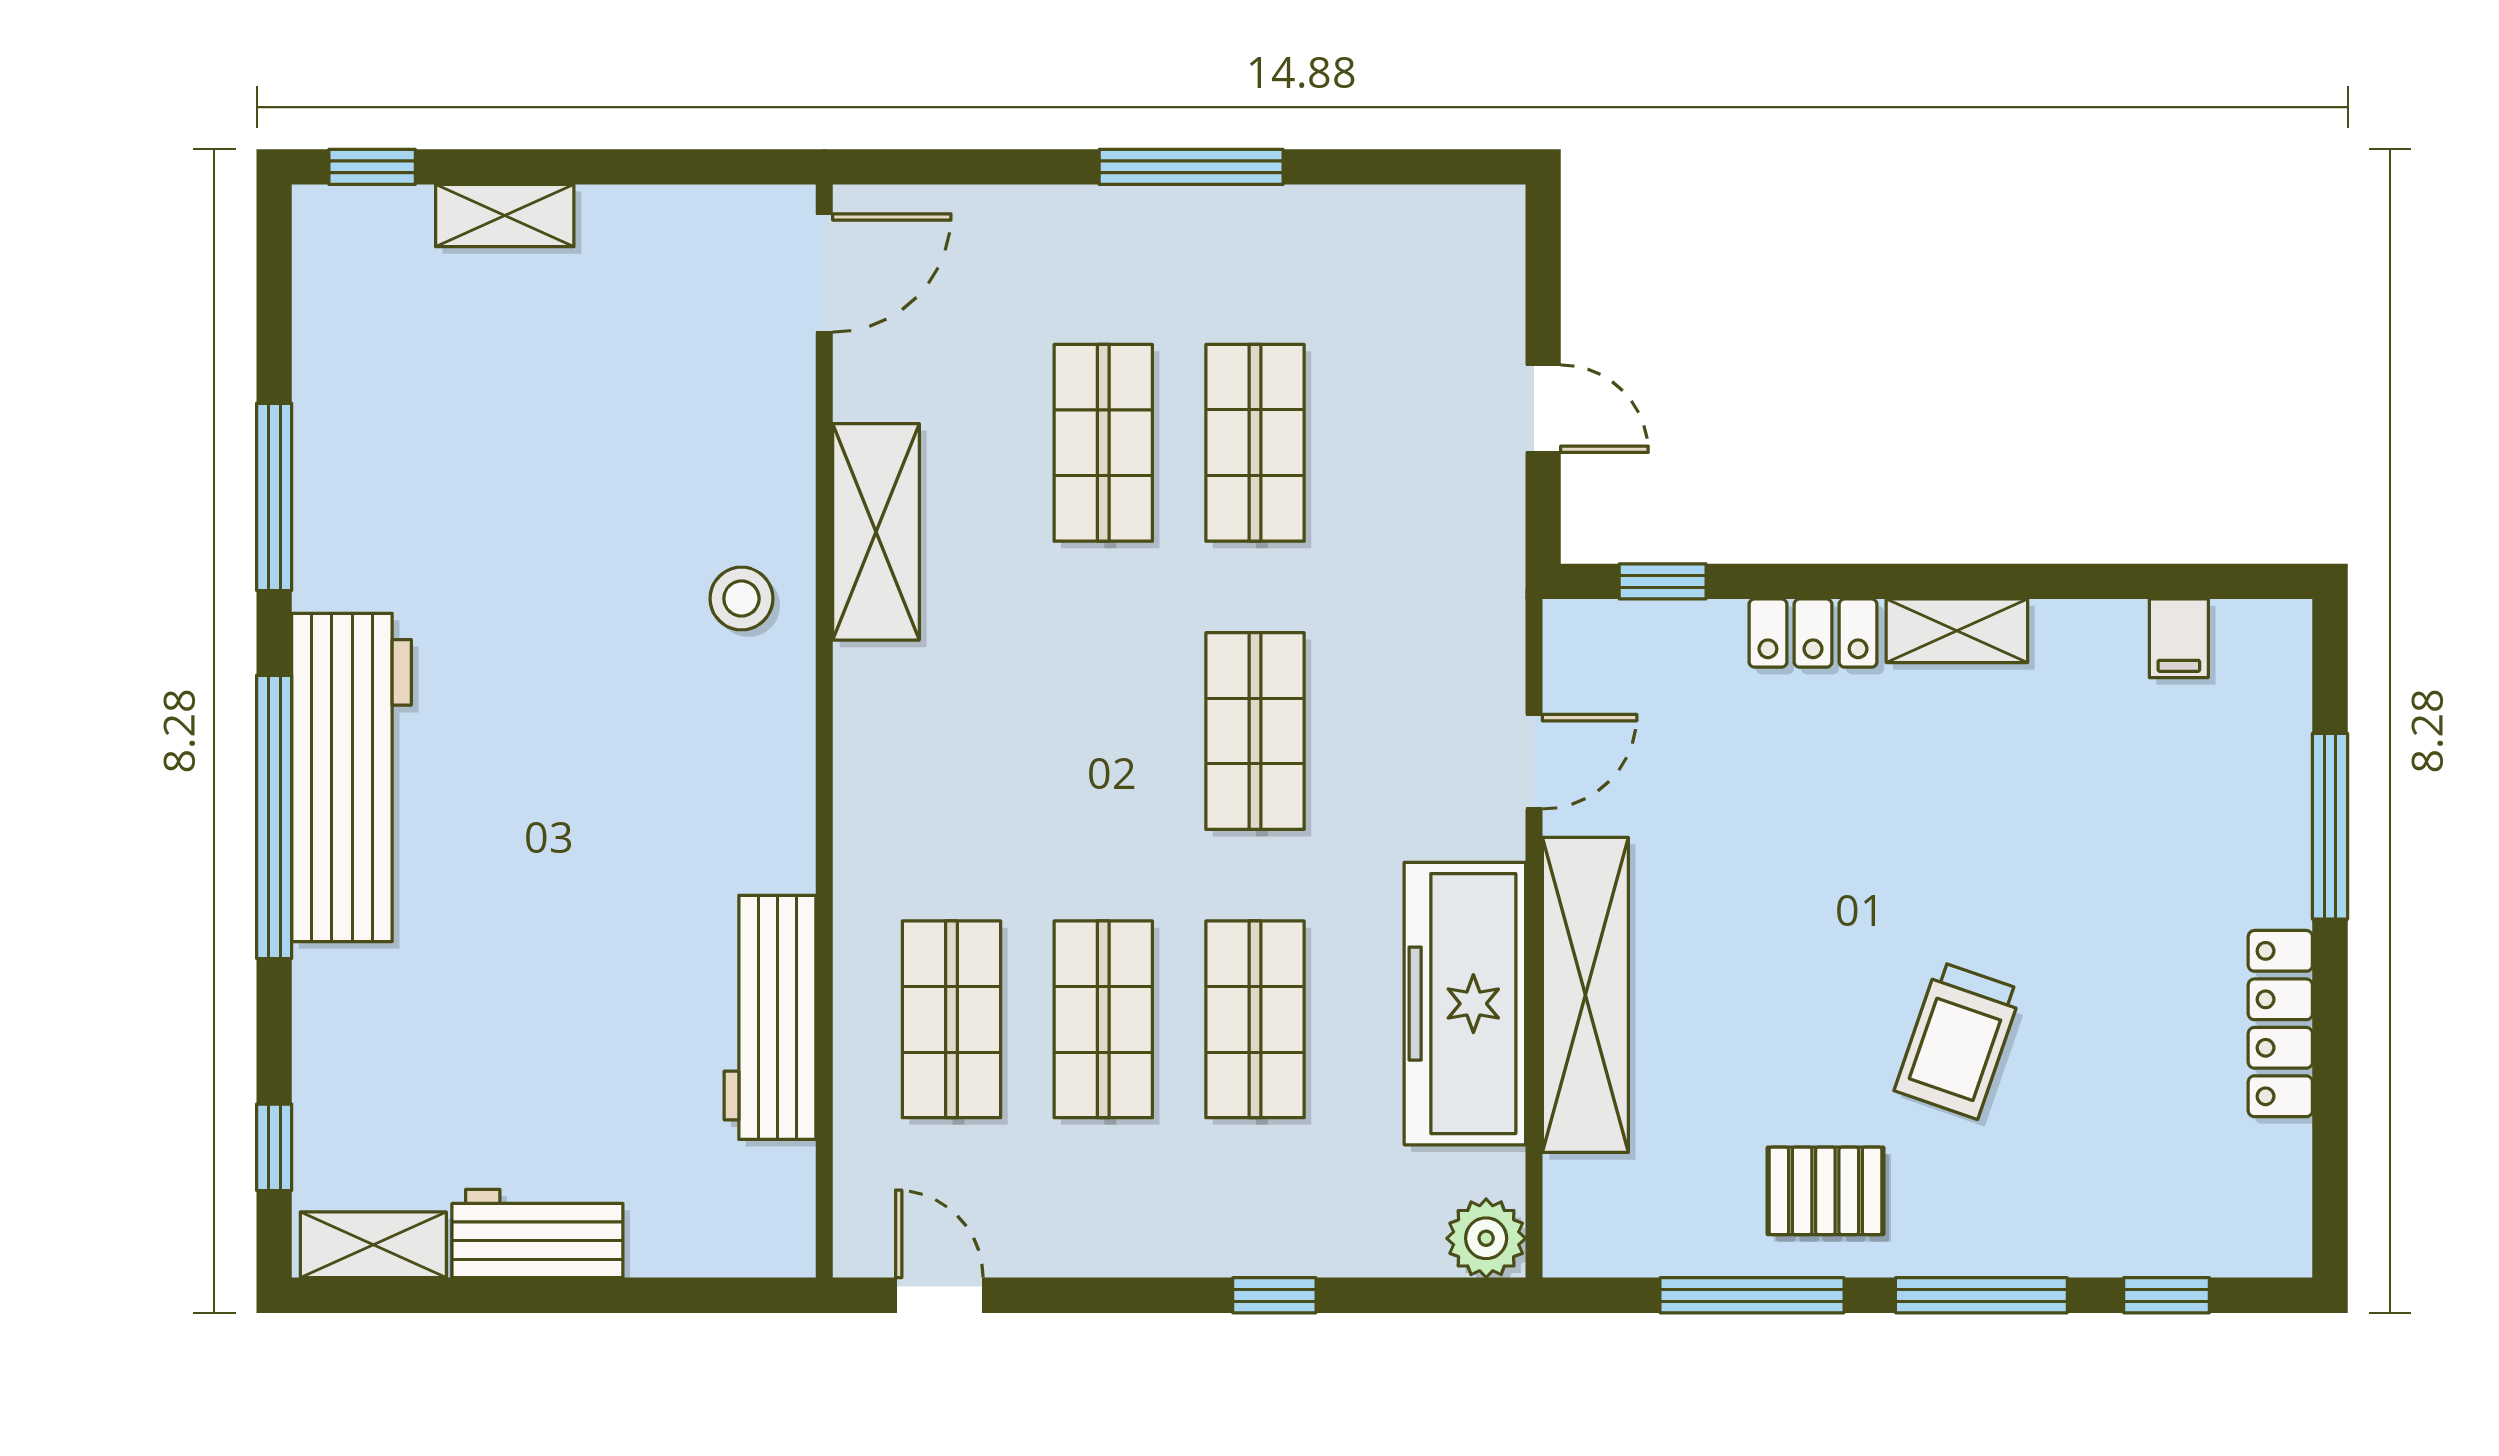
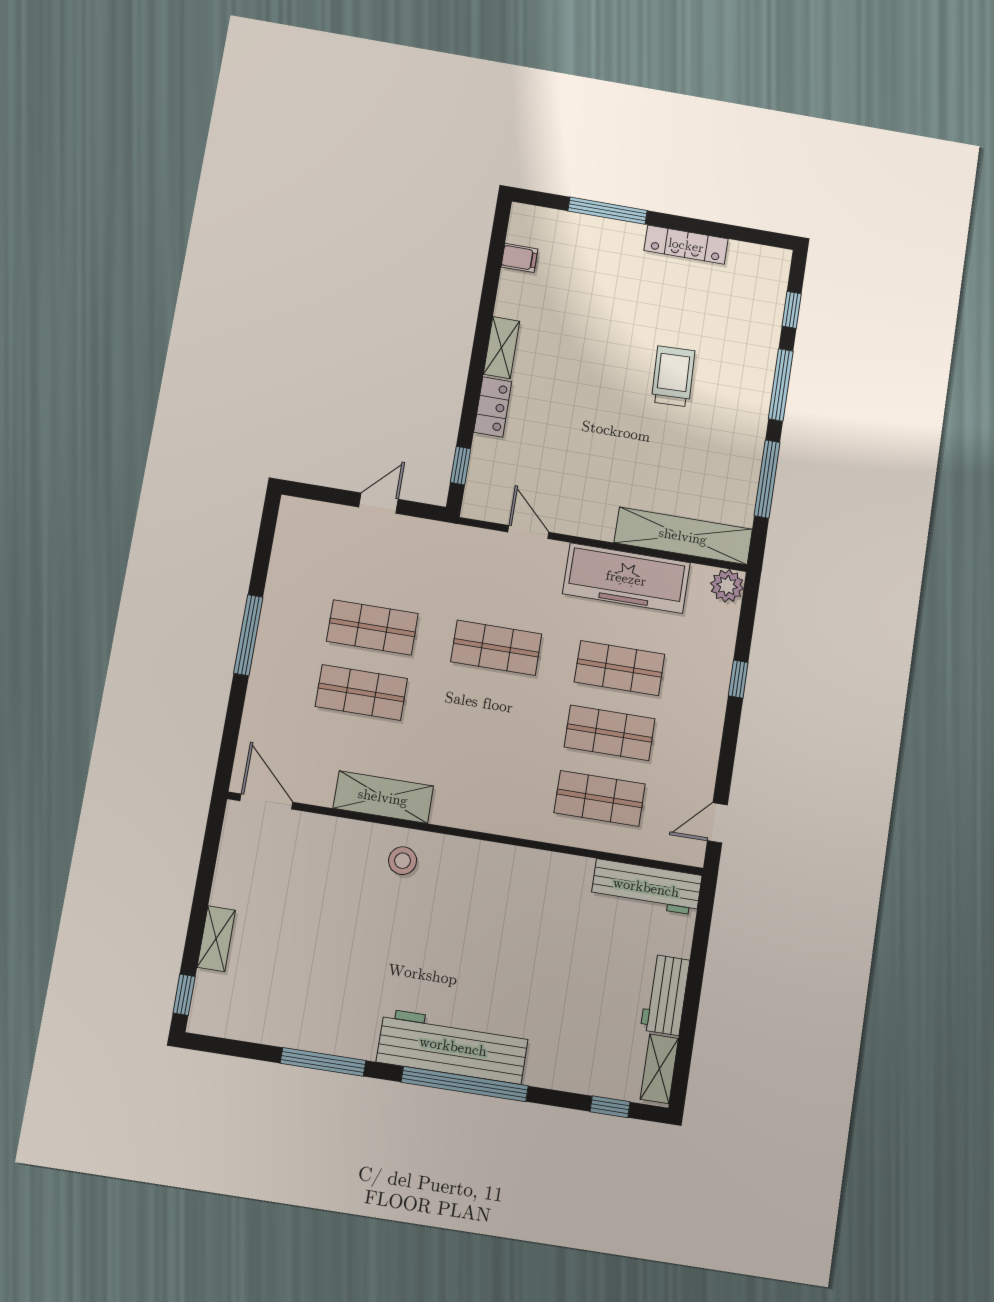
shelving: (1585, 995) -> (683, 536), moved
workbench: (770, 1017) -> (646, 887), moved
trolley: (1958, 1040) -> (673, 376), turned -111
pallet: (1825, 1191) -> (728, 441), removed

